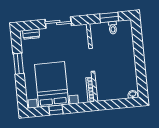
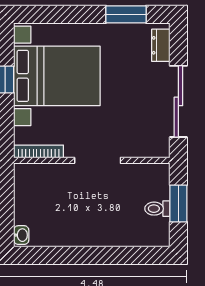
sliding door: (58, 22) -> (178, 101), width x1.37
window: (18, 64) -> (126, 14), moved

